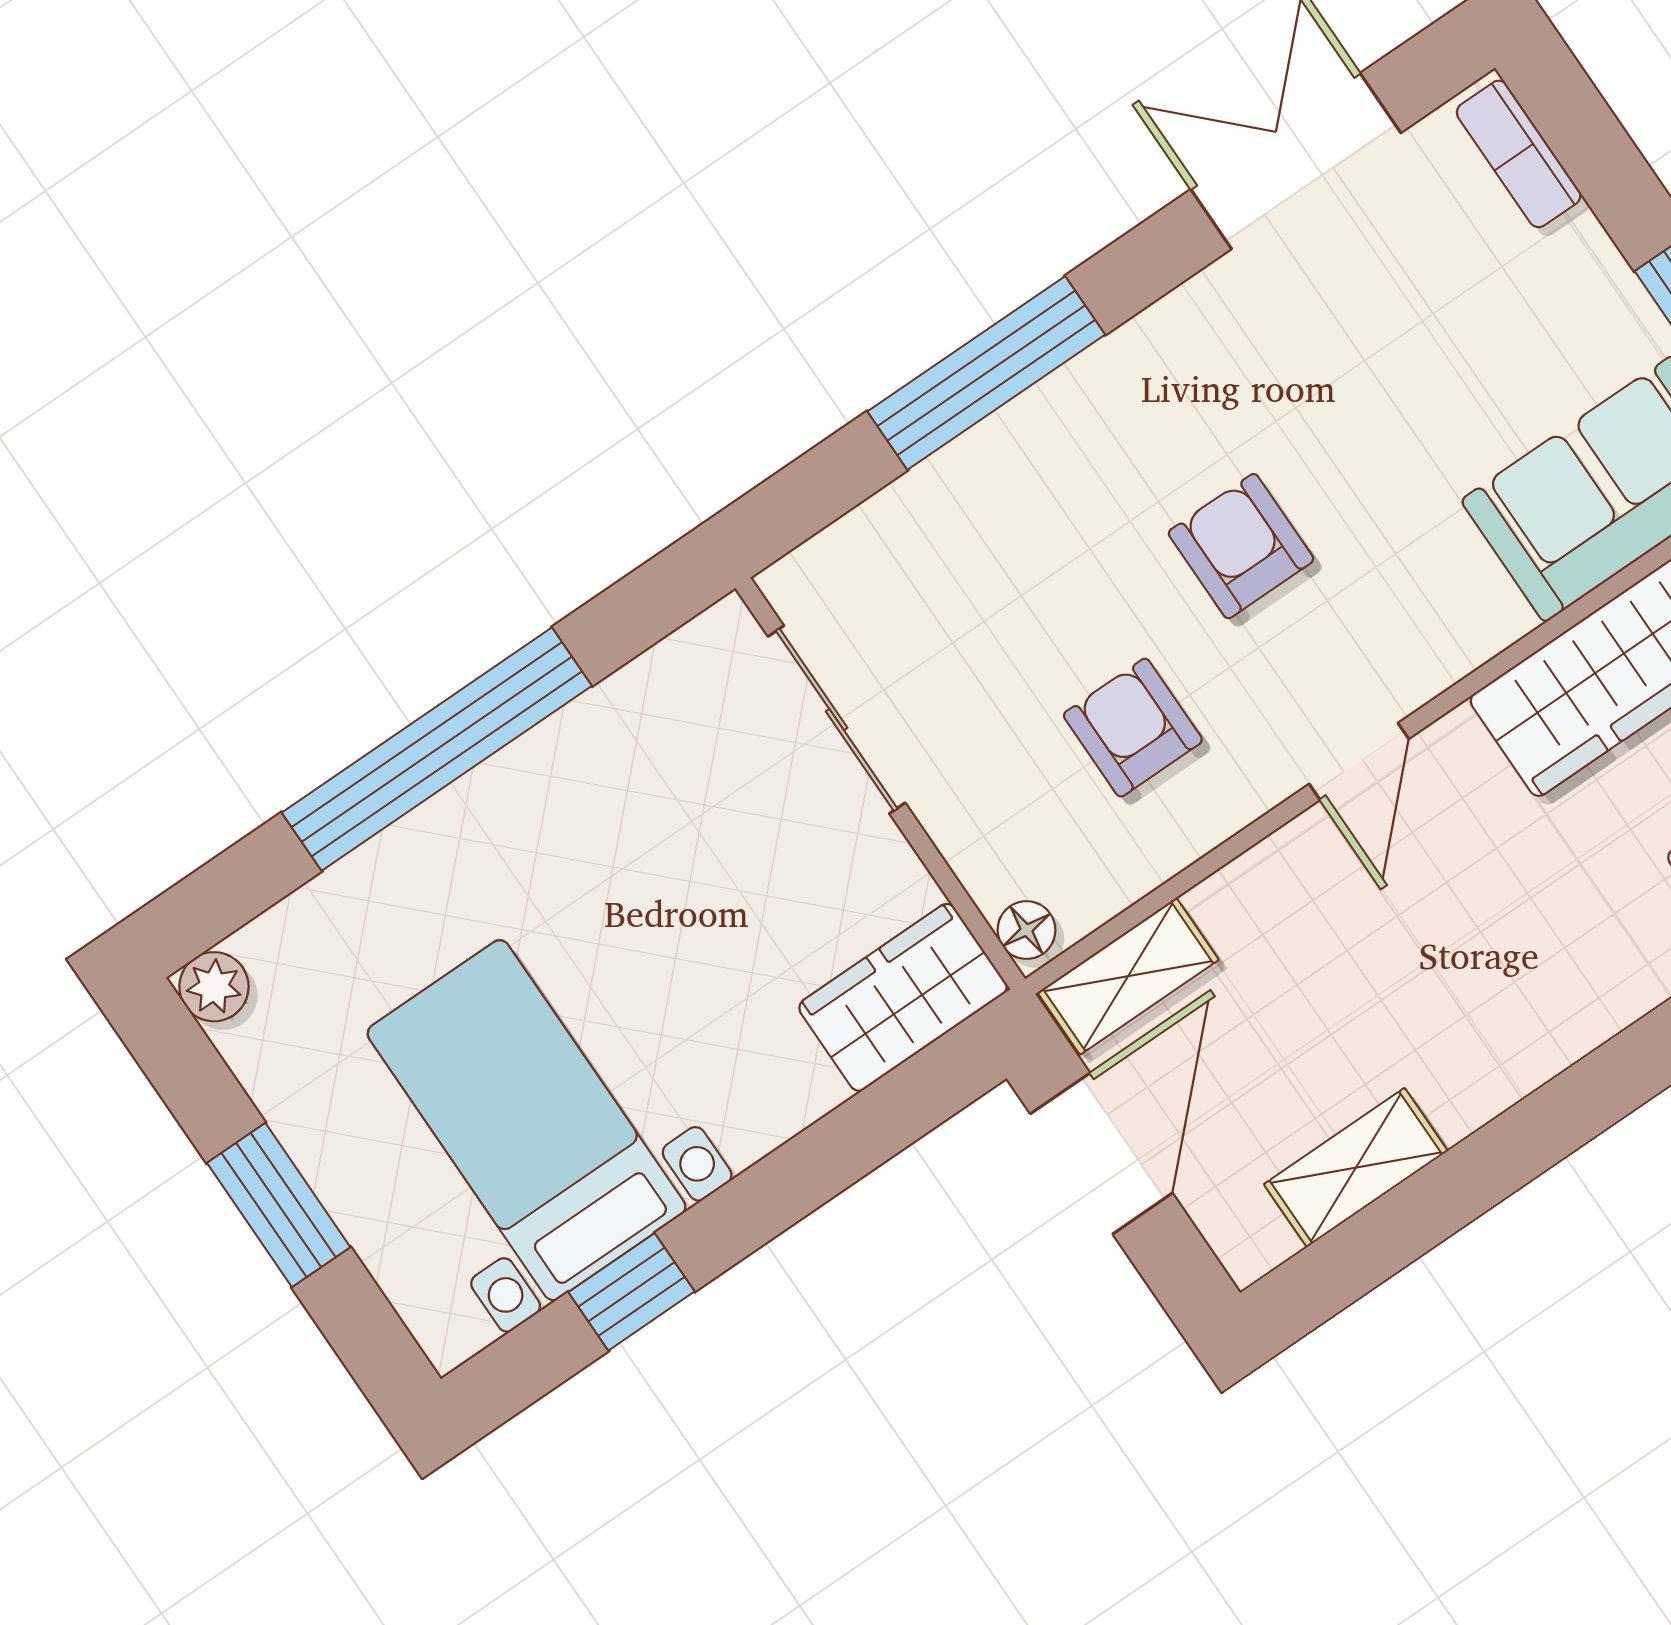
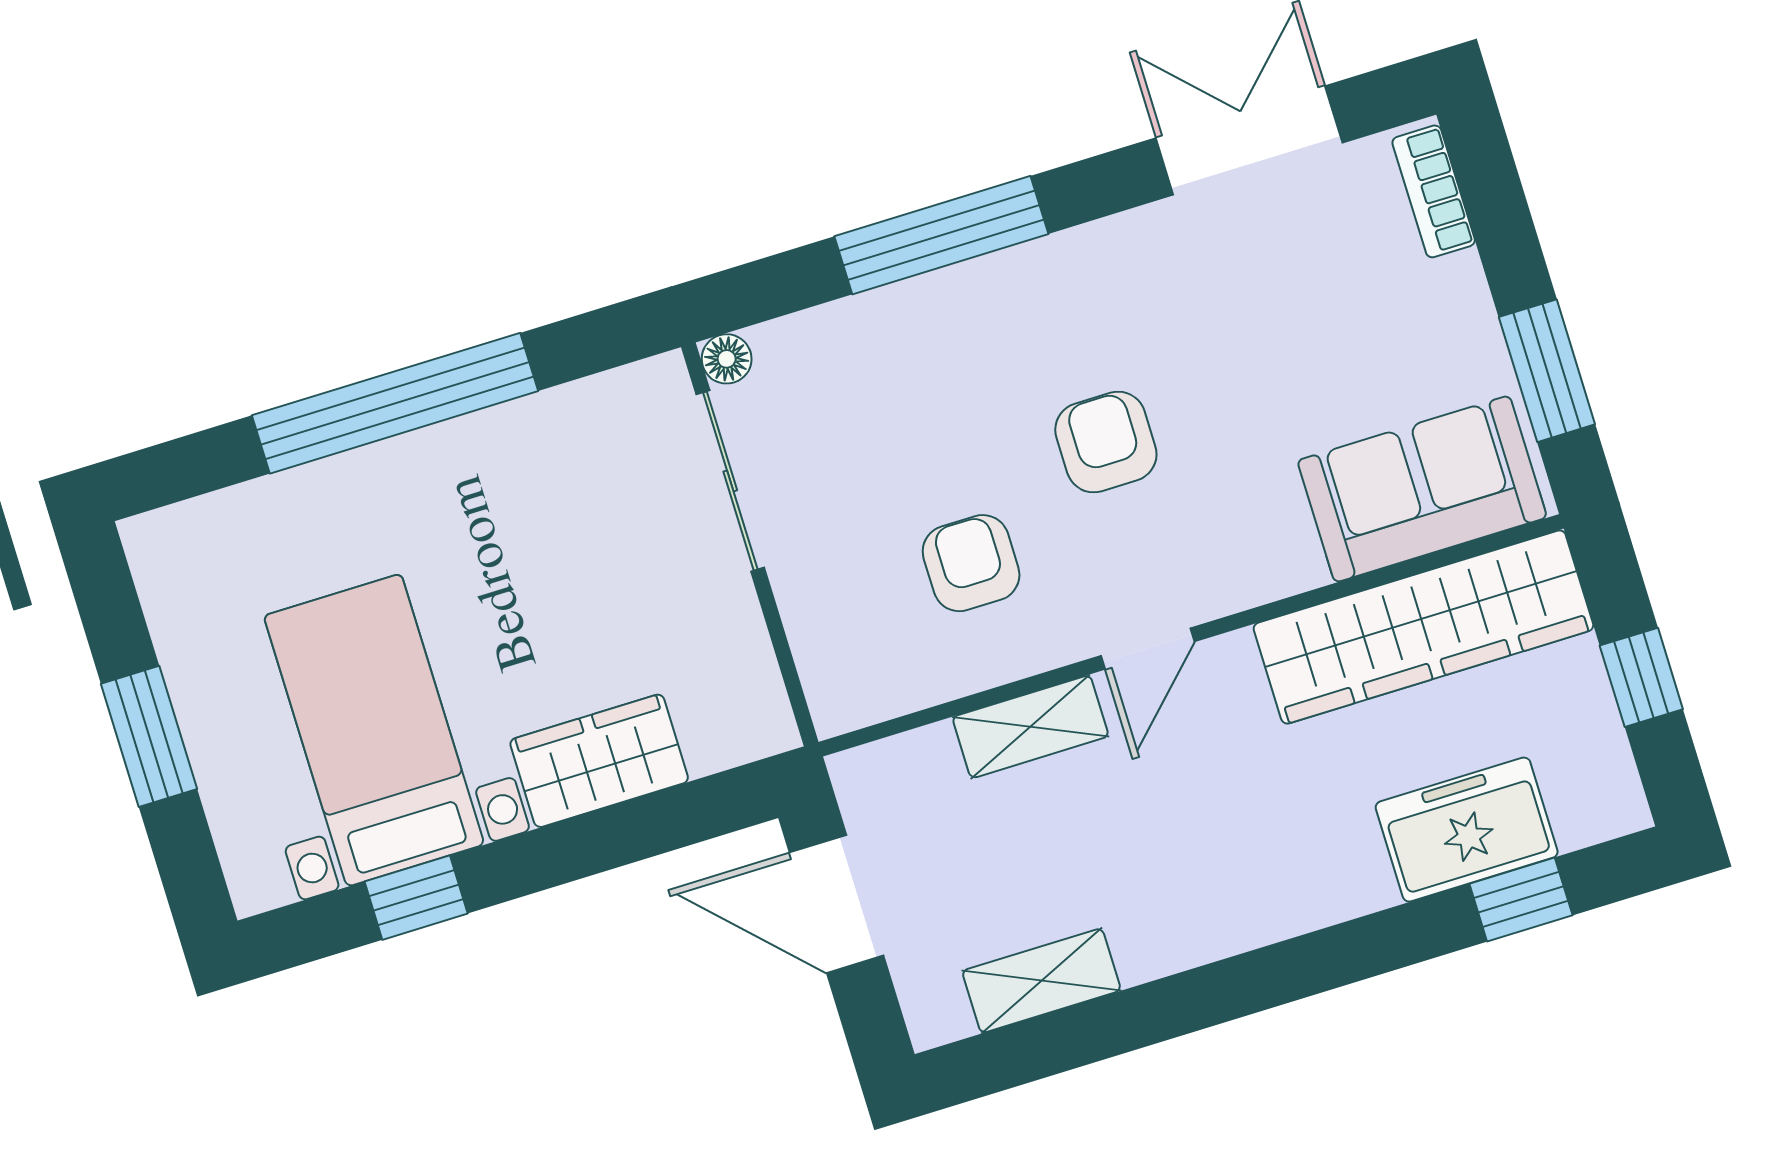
floor lamp: (1026, 930) -> (727, 359), moved
shelving: (1128, 976) -> (1030, 727), moved
plant: (214, 987) -> (152, 541), removed
wardrobe: (903, 997) -> (599, 761), moved
door: (1101, 1153) -> (837, 904), swing flipped

